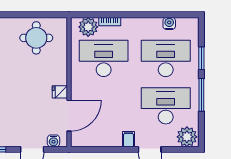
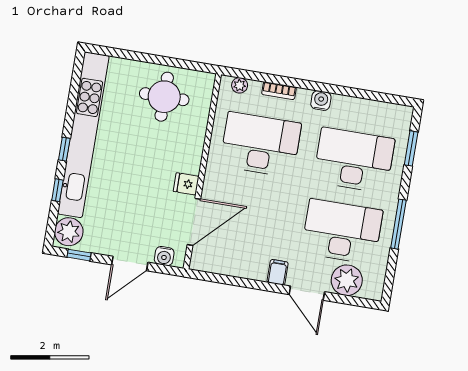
water cooler: (169, 23) -> (321, 101), moved
plant: (88, 27) -> (240, 85), width x0.53, depth x0.53
window: (201, 58) -> (411, 148), moved
plant: (187, 137) -> (347, 280), moved

